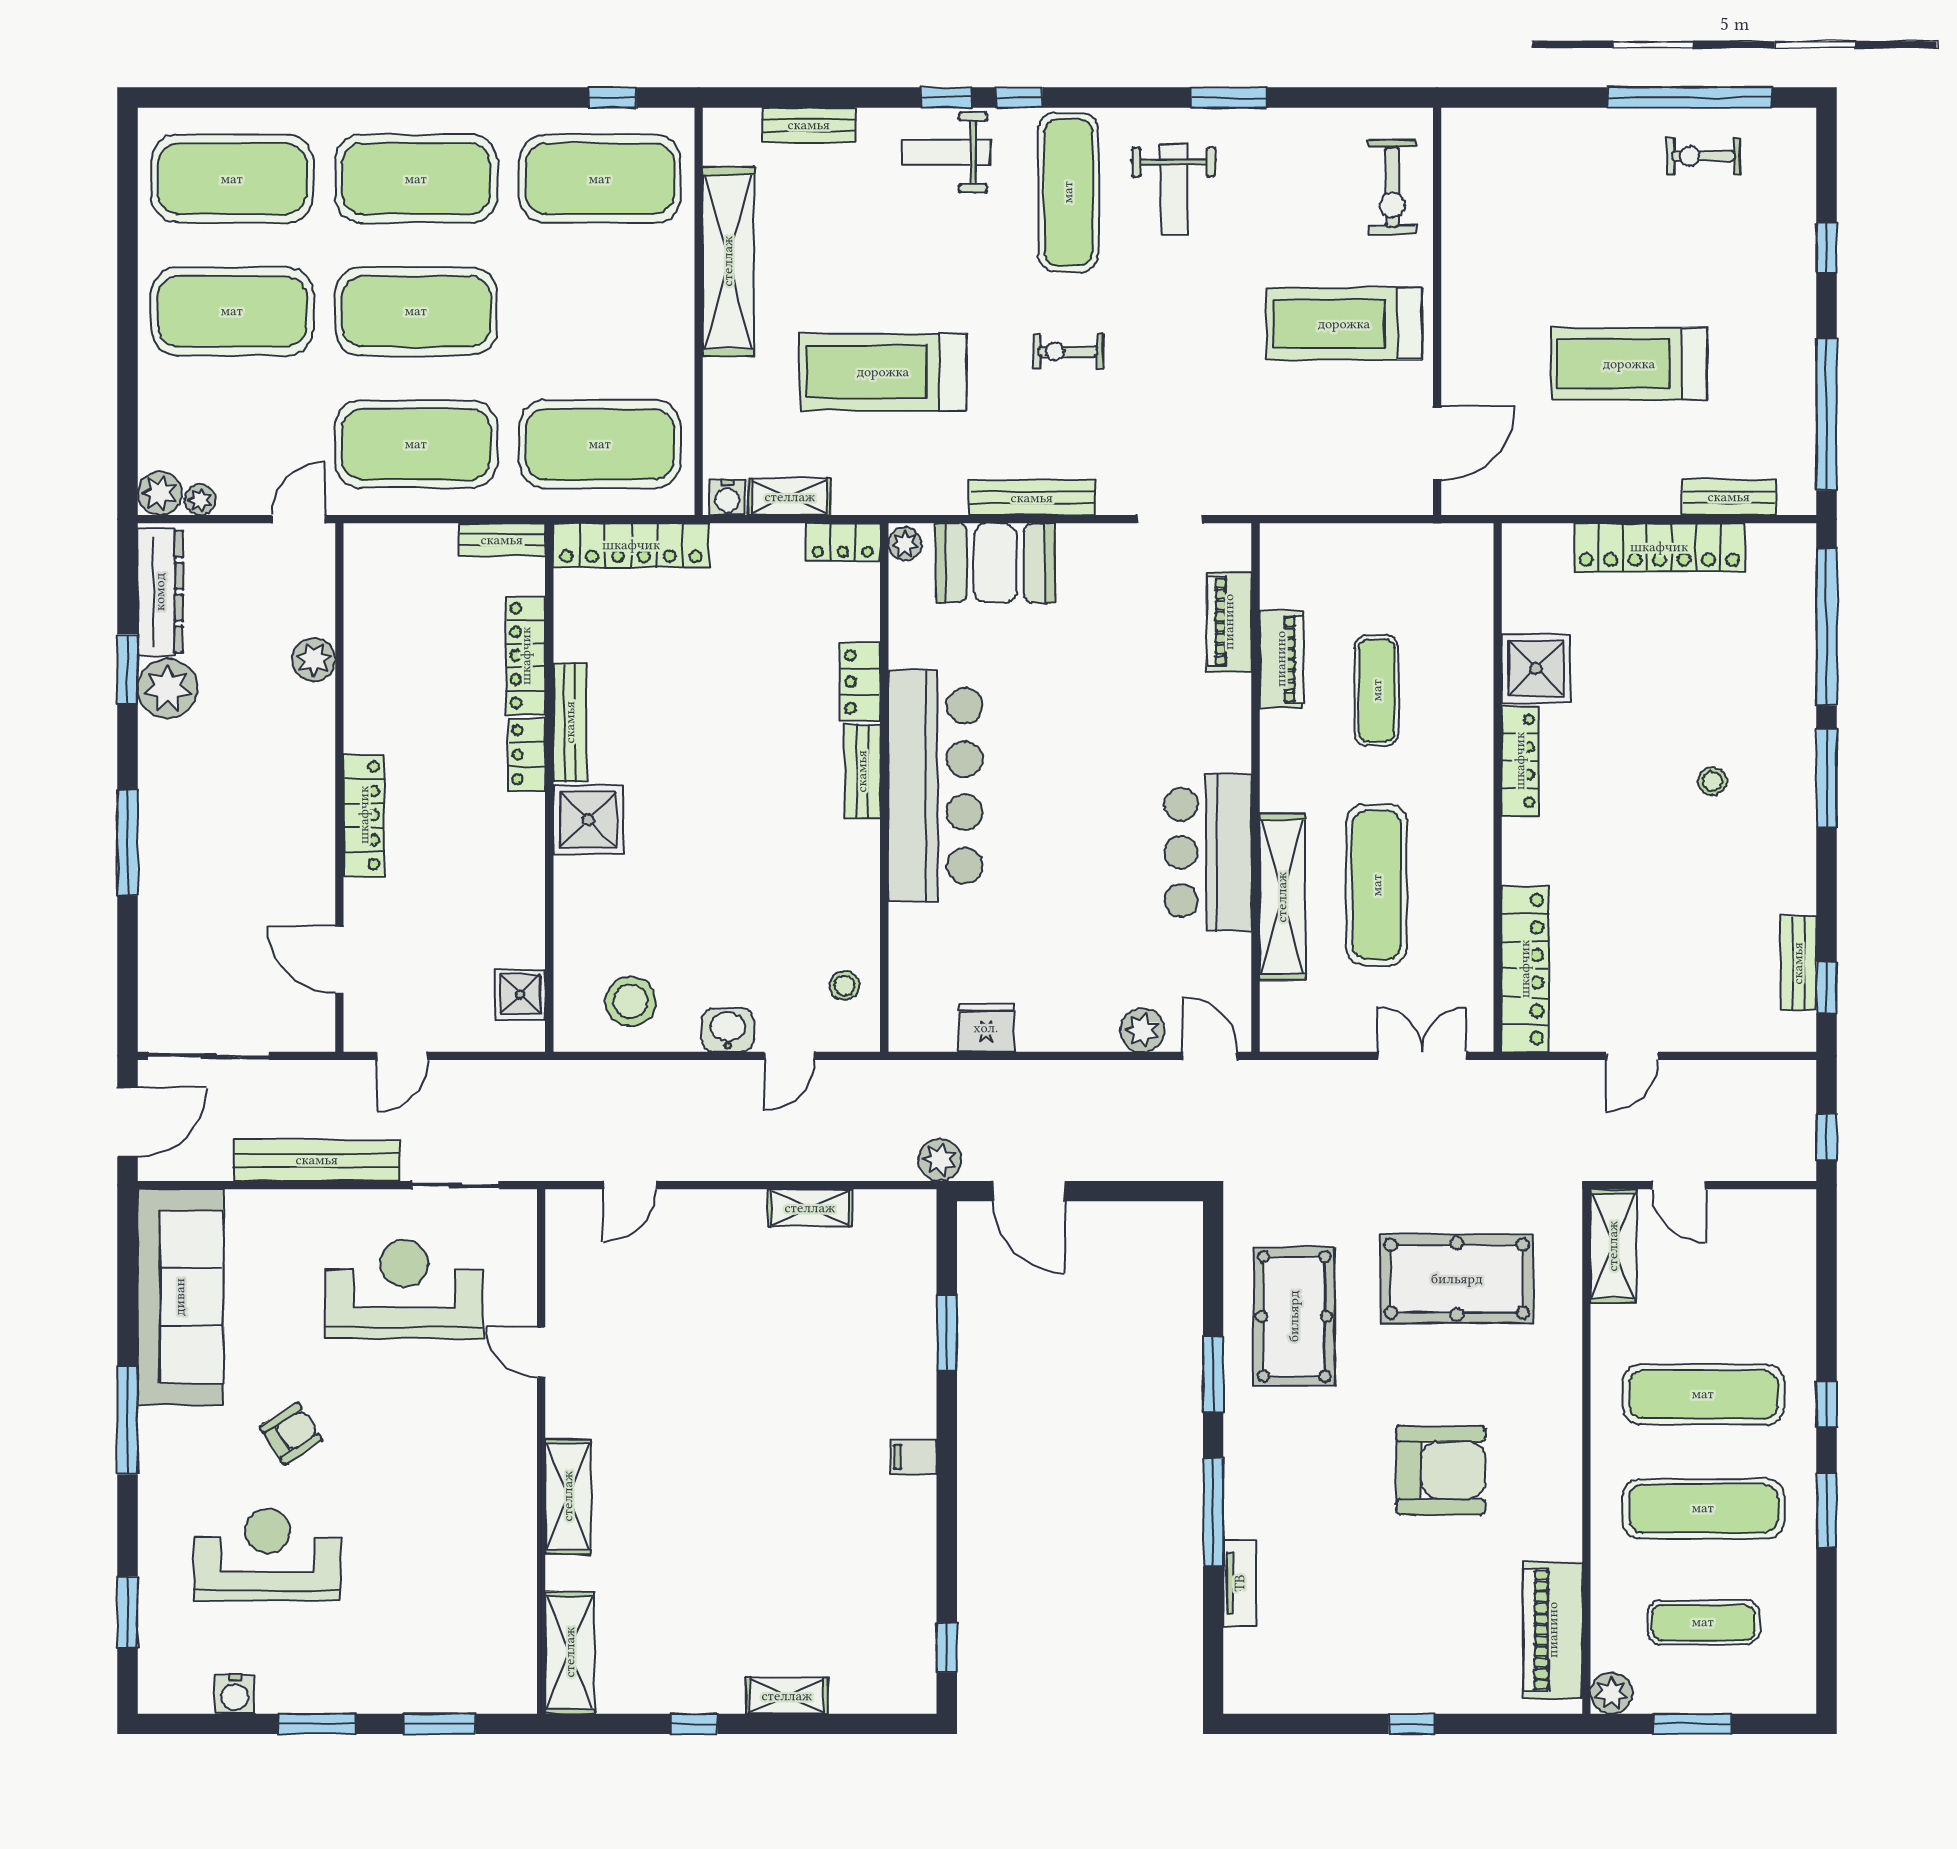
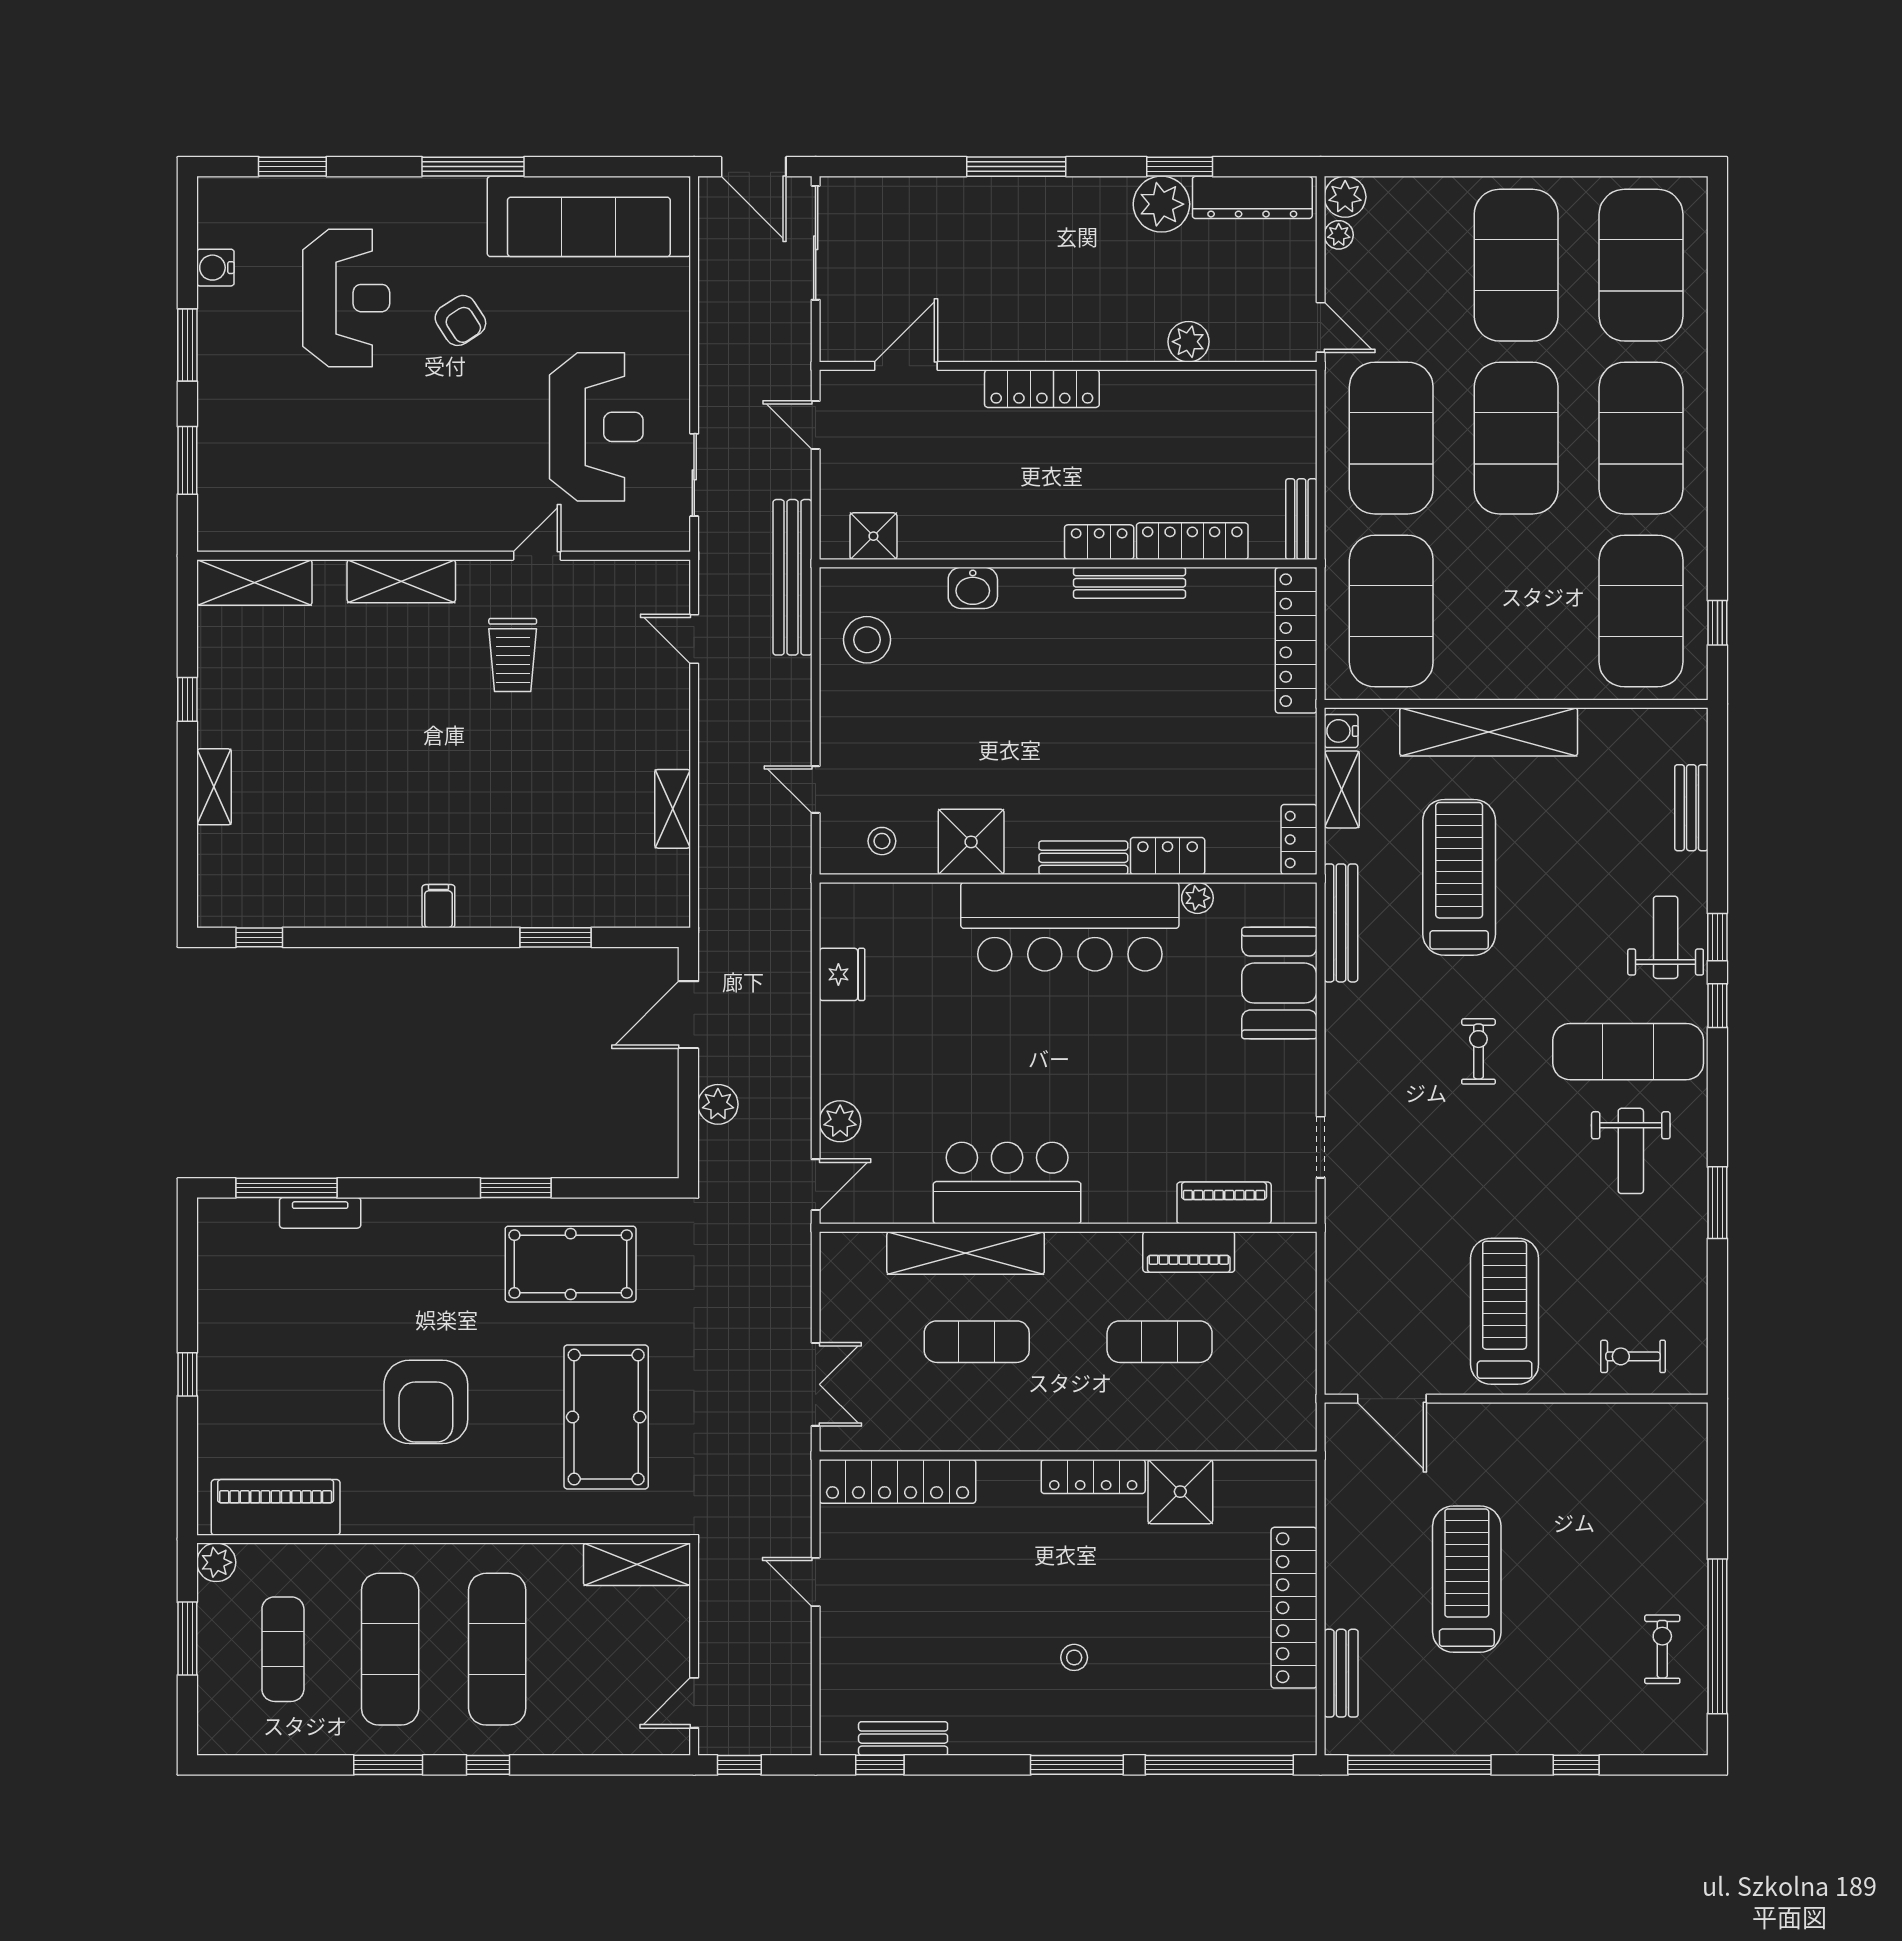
exercise bike: (1392, 187) -> (1633, 1356), width x0.73, depth x0.72
weight bench: (1174, 189) -> (1631, 1151), turned -90
shelving: (728, 261) -> (1489, 732), moved
bench: (1032, 498) -> (1341, 923), moved
plant: (905, 544) -> (1197, 898), moved
shower: (588, 820) -> (971, 842), moved
exercise mat: (1377, 885) -> (977, 1342), width x0.73, depth x0.69
washbasin: (728, 1030) -> (973, 588), moved, turned 90
bench: (317, 1160) -> (792, 577), moved
plant: (940, 1160) -> (718, 1104), moved
door: (1679, 1185) -> (694, 1703), moved
trolley: (647, 1378) -> (513, 655), added
window: (1213, 1512) -> (286, 1188), moved

